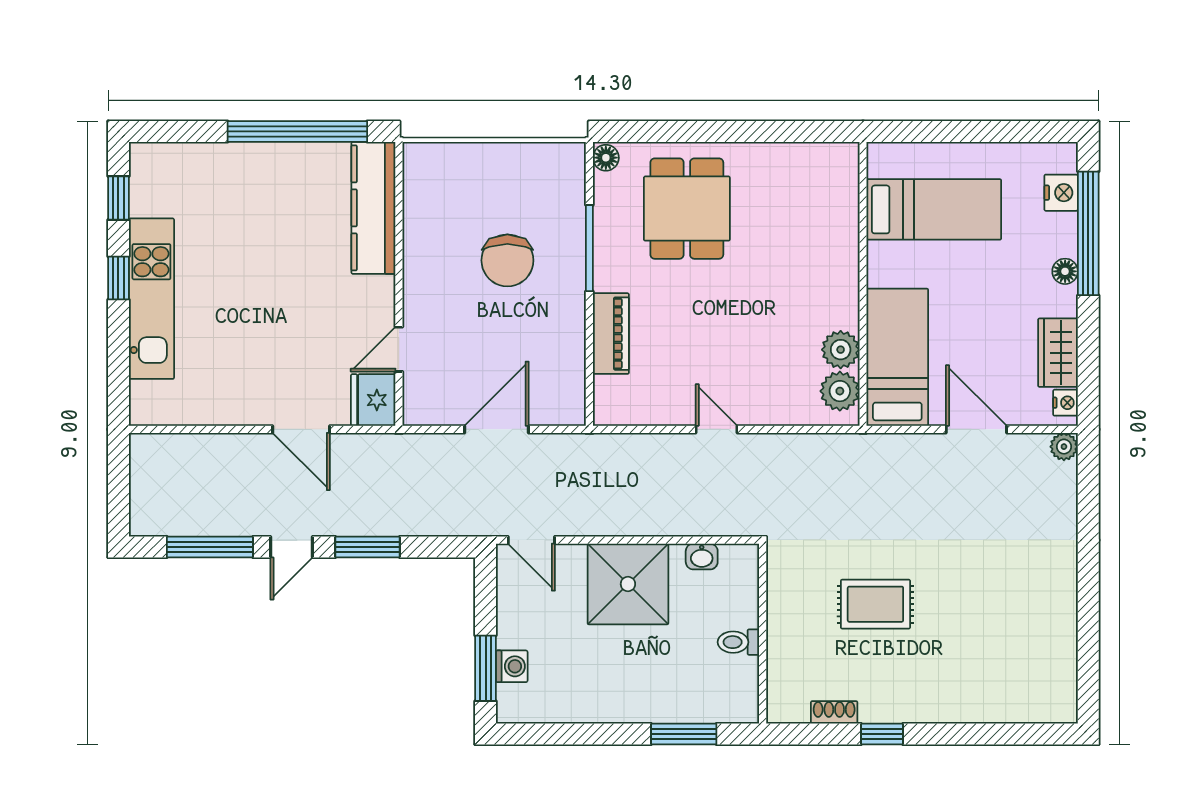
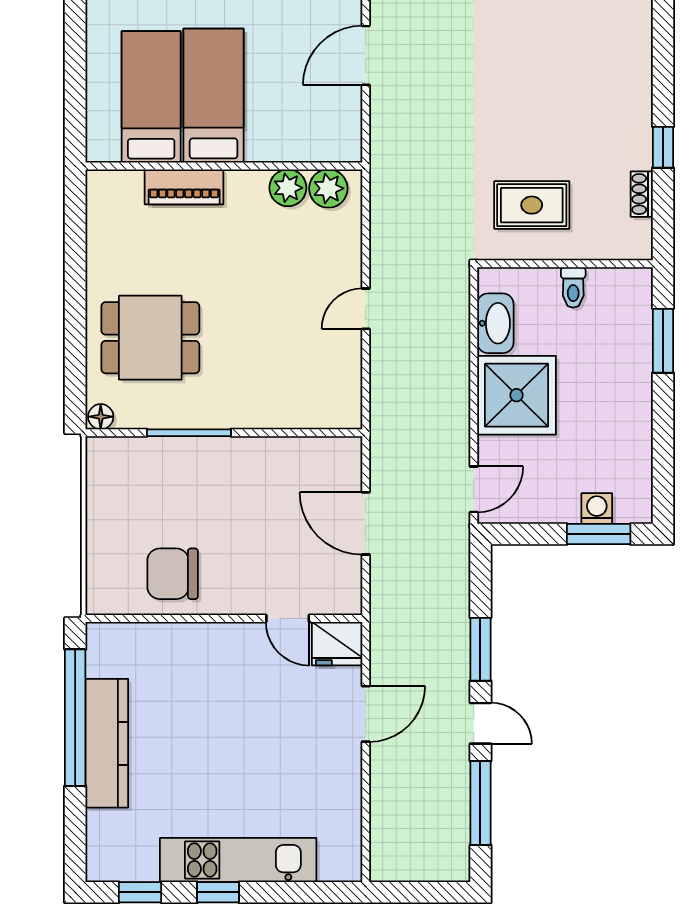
kitchen counter: (373, 208) -> (107, 743), moved, turned -90
chair: (507, 260) -> (173, 574), moved, turned 180
piano: (611, 334) -> (184, 187), moved, turned 180
bed: (897, 357) -> (214, 96), moved, turned 90
washbasin: (702, 557) -> (495, 323), width x1.91, depth x1.45
rug: (875, 604) -> (532, 205), moved, turned 90

